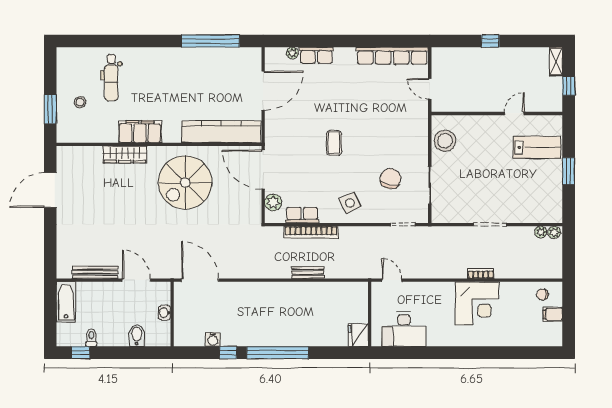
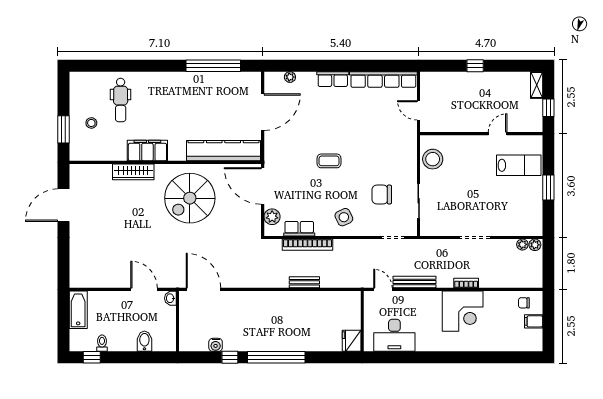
row of seats: (316, 55) -> (333, 79), moved
coffee table: (334, 143) -> (329, 161), turned 90
chair: (390, 179) -> (382, 195), turned -102
bench: (95, 272) -> (415, 282), moved
washbasin: (165, 313) -> (170, 298), moved

